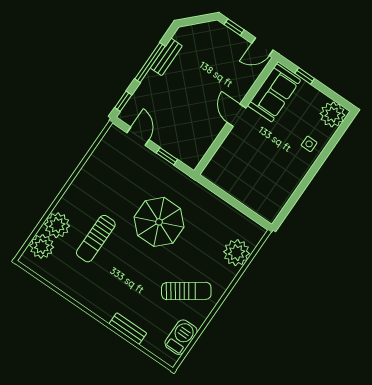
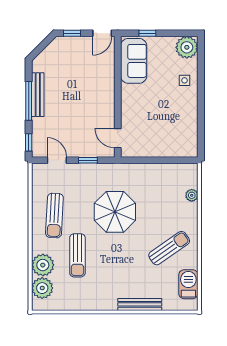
bench: (166, 57) -> (38, 95), width x1.36
door: (236, 115) -> (118, 138), moved
sun lounger: (100, 186) -> (54, 216), added
plant: (237, 253) -> (192, 195), width x0.53, depth x0.53
bench: (128, 328) -> (140, 304), width x1.36

